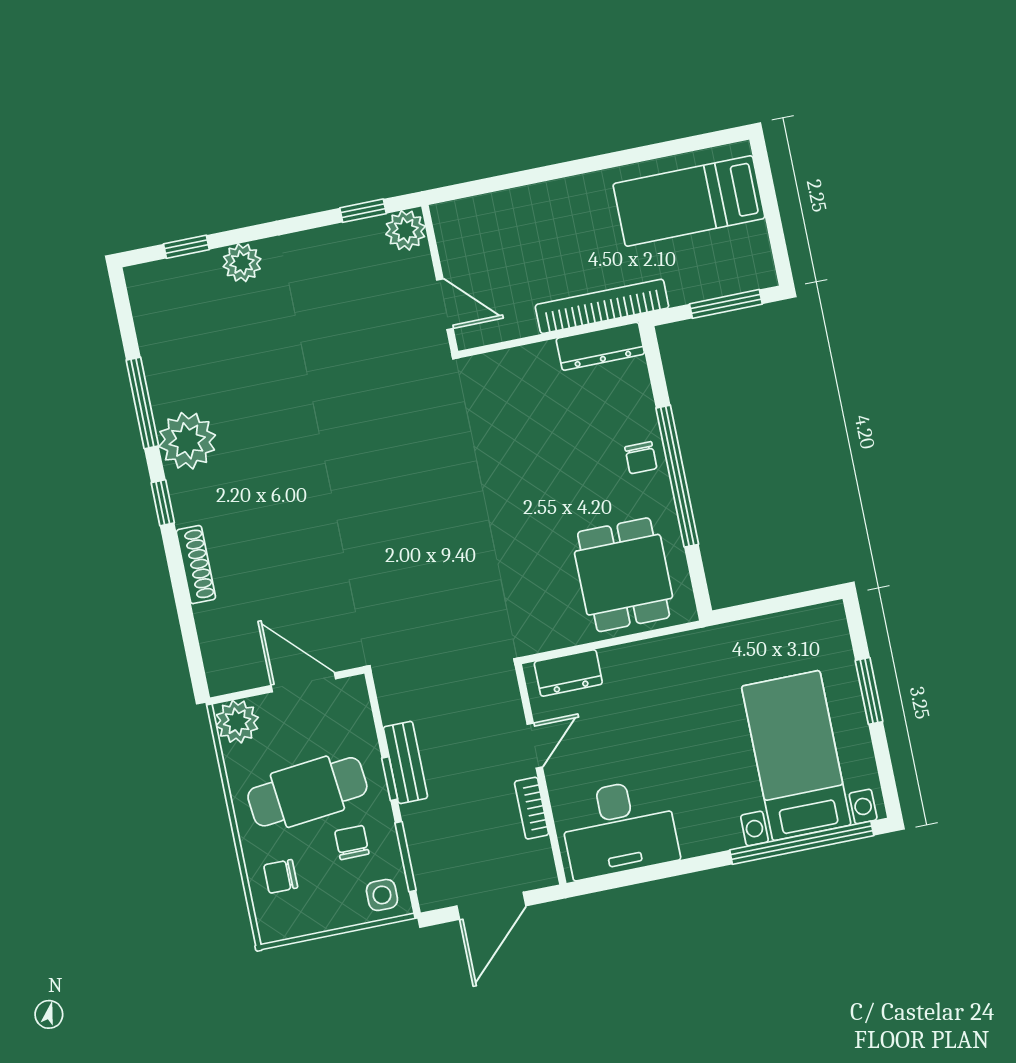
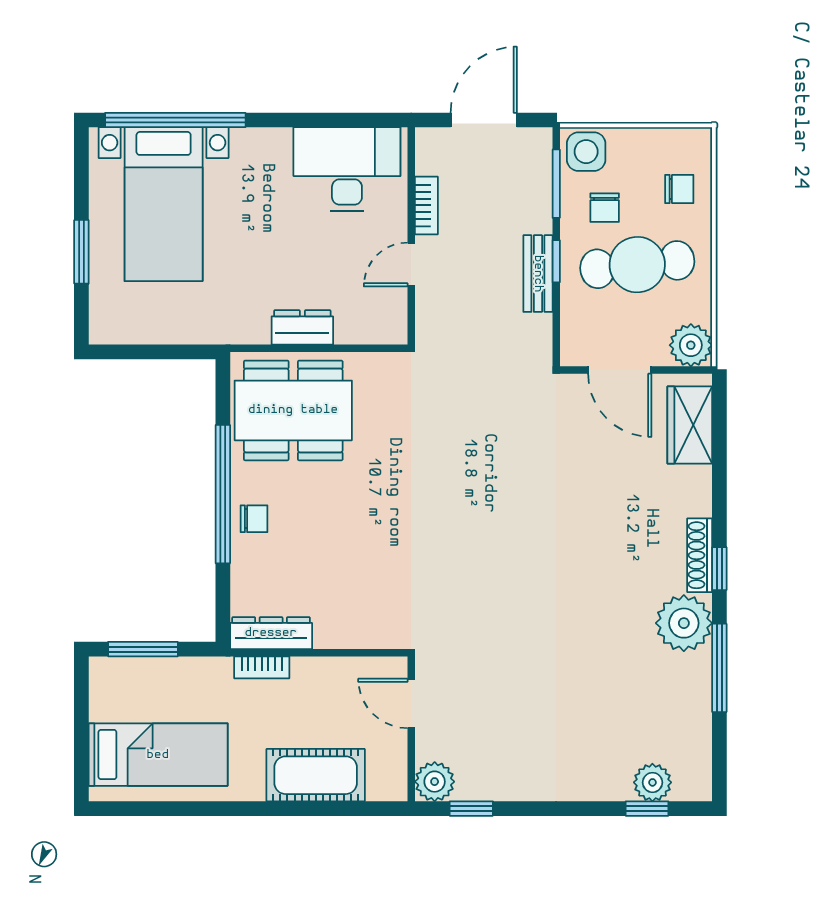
cot: (526, 212) -> (316, 775), added
plant: (242, 263) -> (652, 782), moved
bookcase: (602, 306) -> (262, 667), width x0.43, depth x0.76
chair: (641, 458) -> (254, 519), turned 90
shoe rack: (196, 565) -> (700, 555), moved
dining table: (624, 575) -> (293, 410), width x1.38
wardrobe: (222, 641) -> (690, 425), added
dresser: (568, 673) -> (302, 327), moved
side table: (382, 895) -> (586, 152), width x1.37, depth x1.37

